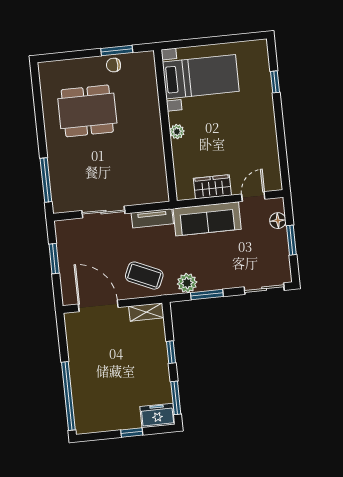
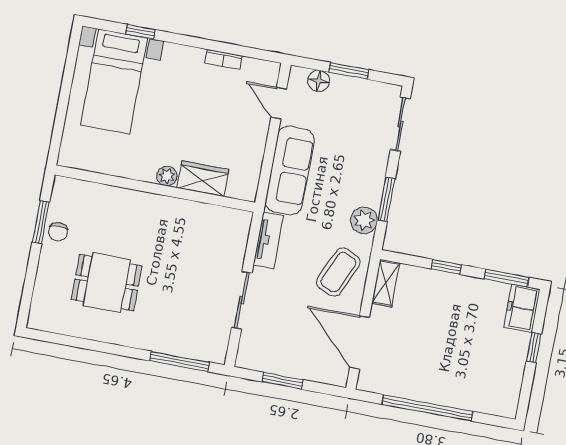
bed with nightstands: (201, 77) -> (114, 81), moved, turned 180
dining table: (87, 111) -> (107, 283), width x0.73
bookcase: (273, 147) -> (223, 59), added
wardrobe: (212, 187) -> (203, 179), moved, turned 90
door: (98, 306) -> (360, 342), hinge flipped
window: (68, 396) -> (427, 408), moved

